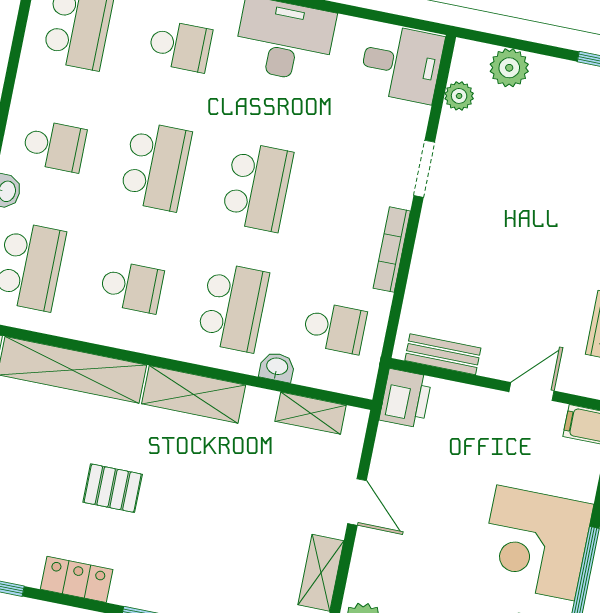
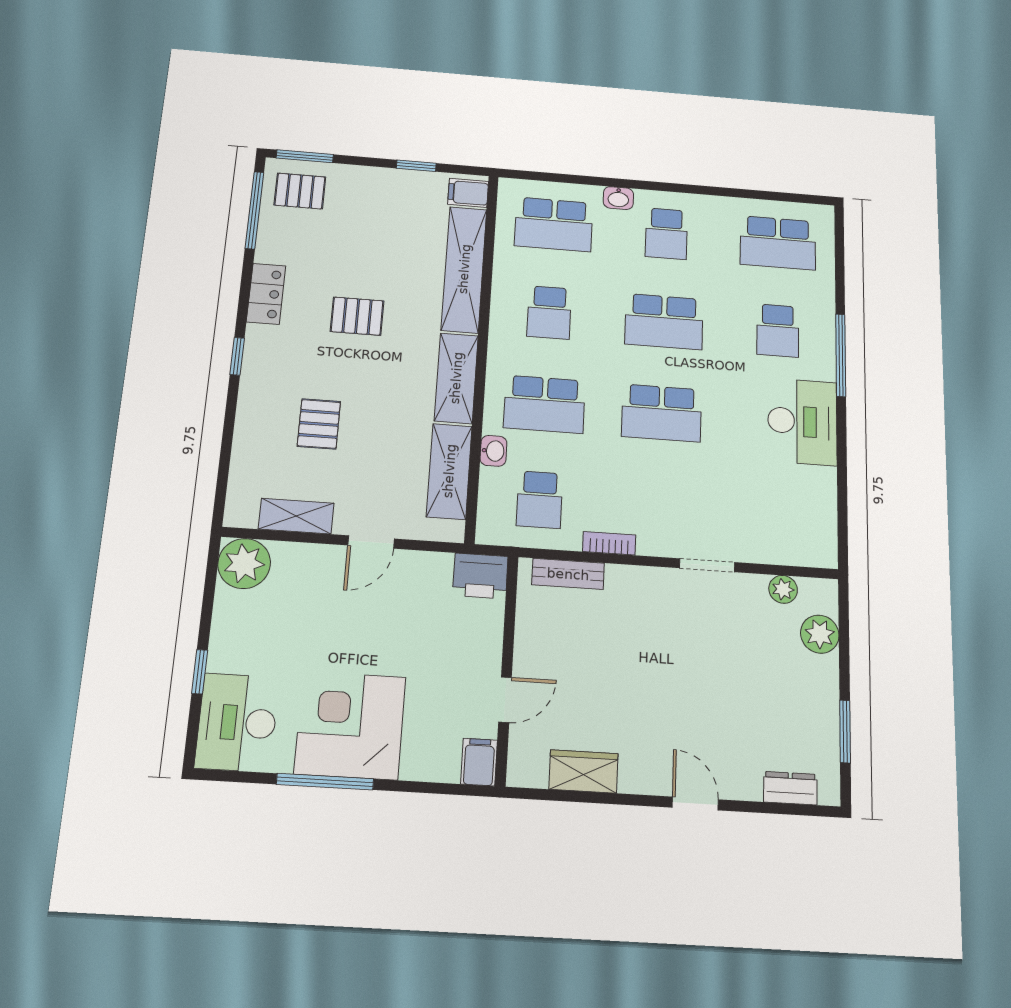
desk: (402, 63) -> (803, 531), removed
bookcase: (392, 250) -> (609, 543), width x0.64
bench: (443, 354) -> (568, 574), moved, turned 90
door: (531, 391) -> (505, 700), hinge flipped
shelving: (311, 413) -> (449, 471), width x1.50, depth x1.33
pallet: (113, 488) -> (357, 316), turned 90
pallet: (227, 540) -> (319, 424), added

